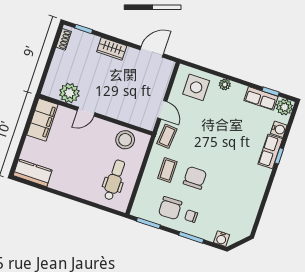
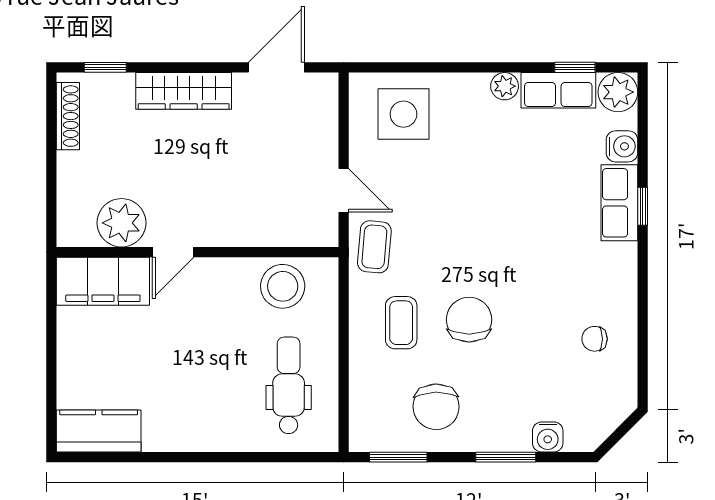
shoe rack: (64, 39) -> (68, 116), width x1.43
wardrobe: (112, 49) -> (184, 91), width x1.50
plant: (225, 85) -> (505, 86), moved
filing cabinet: (42, 120) -> (103, 281), moved, turned 90
chair: (191, 216) -> (595, 339), moved
water cooler: (222, 239) -> (548, 437), moved

